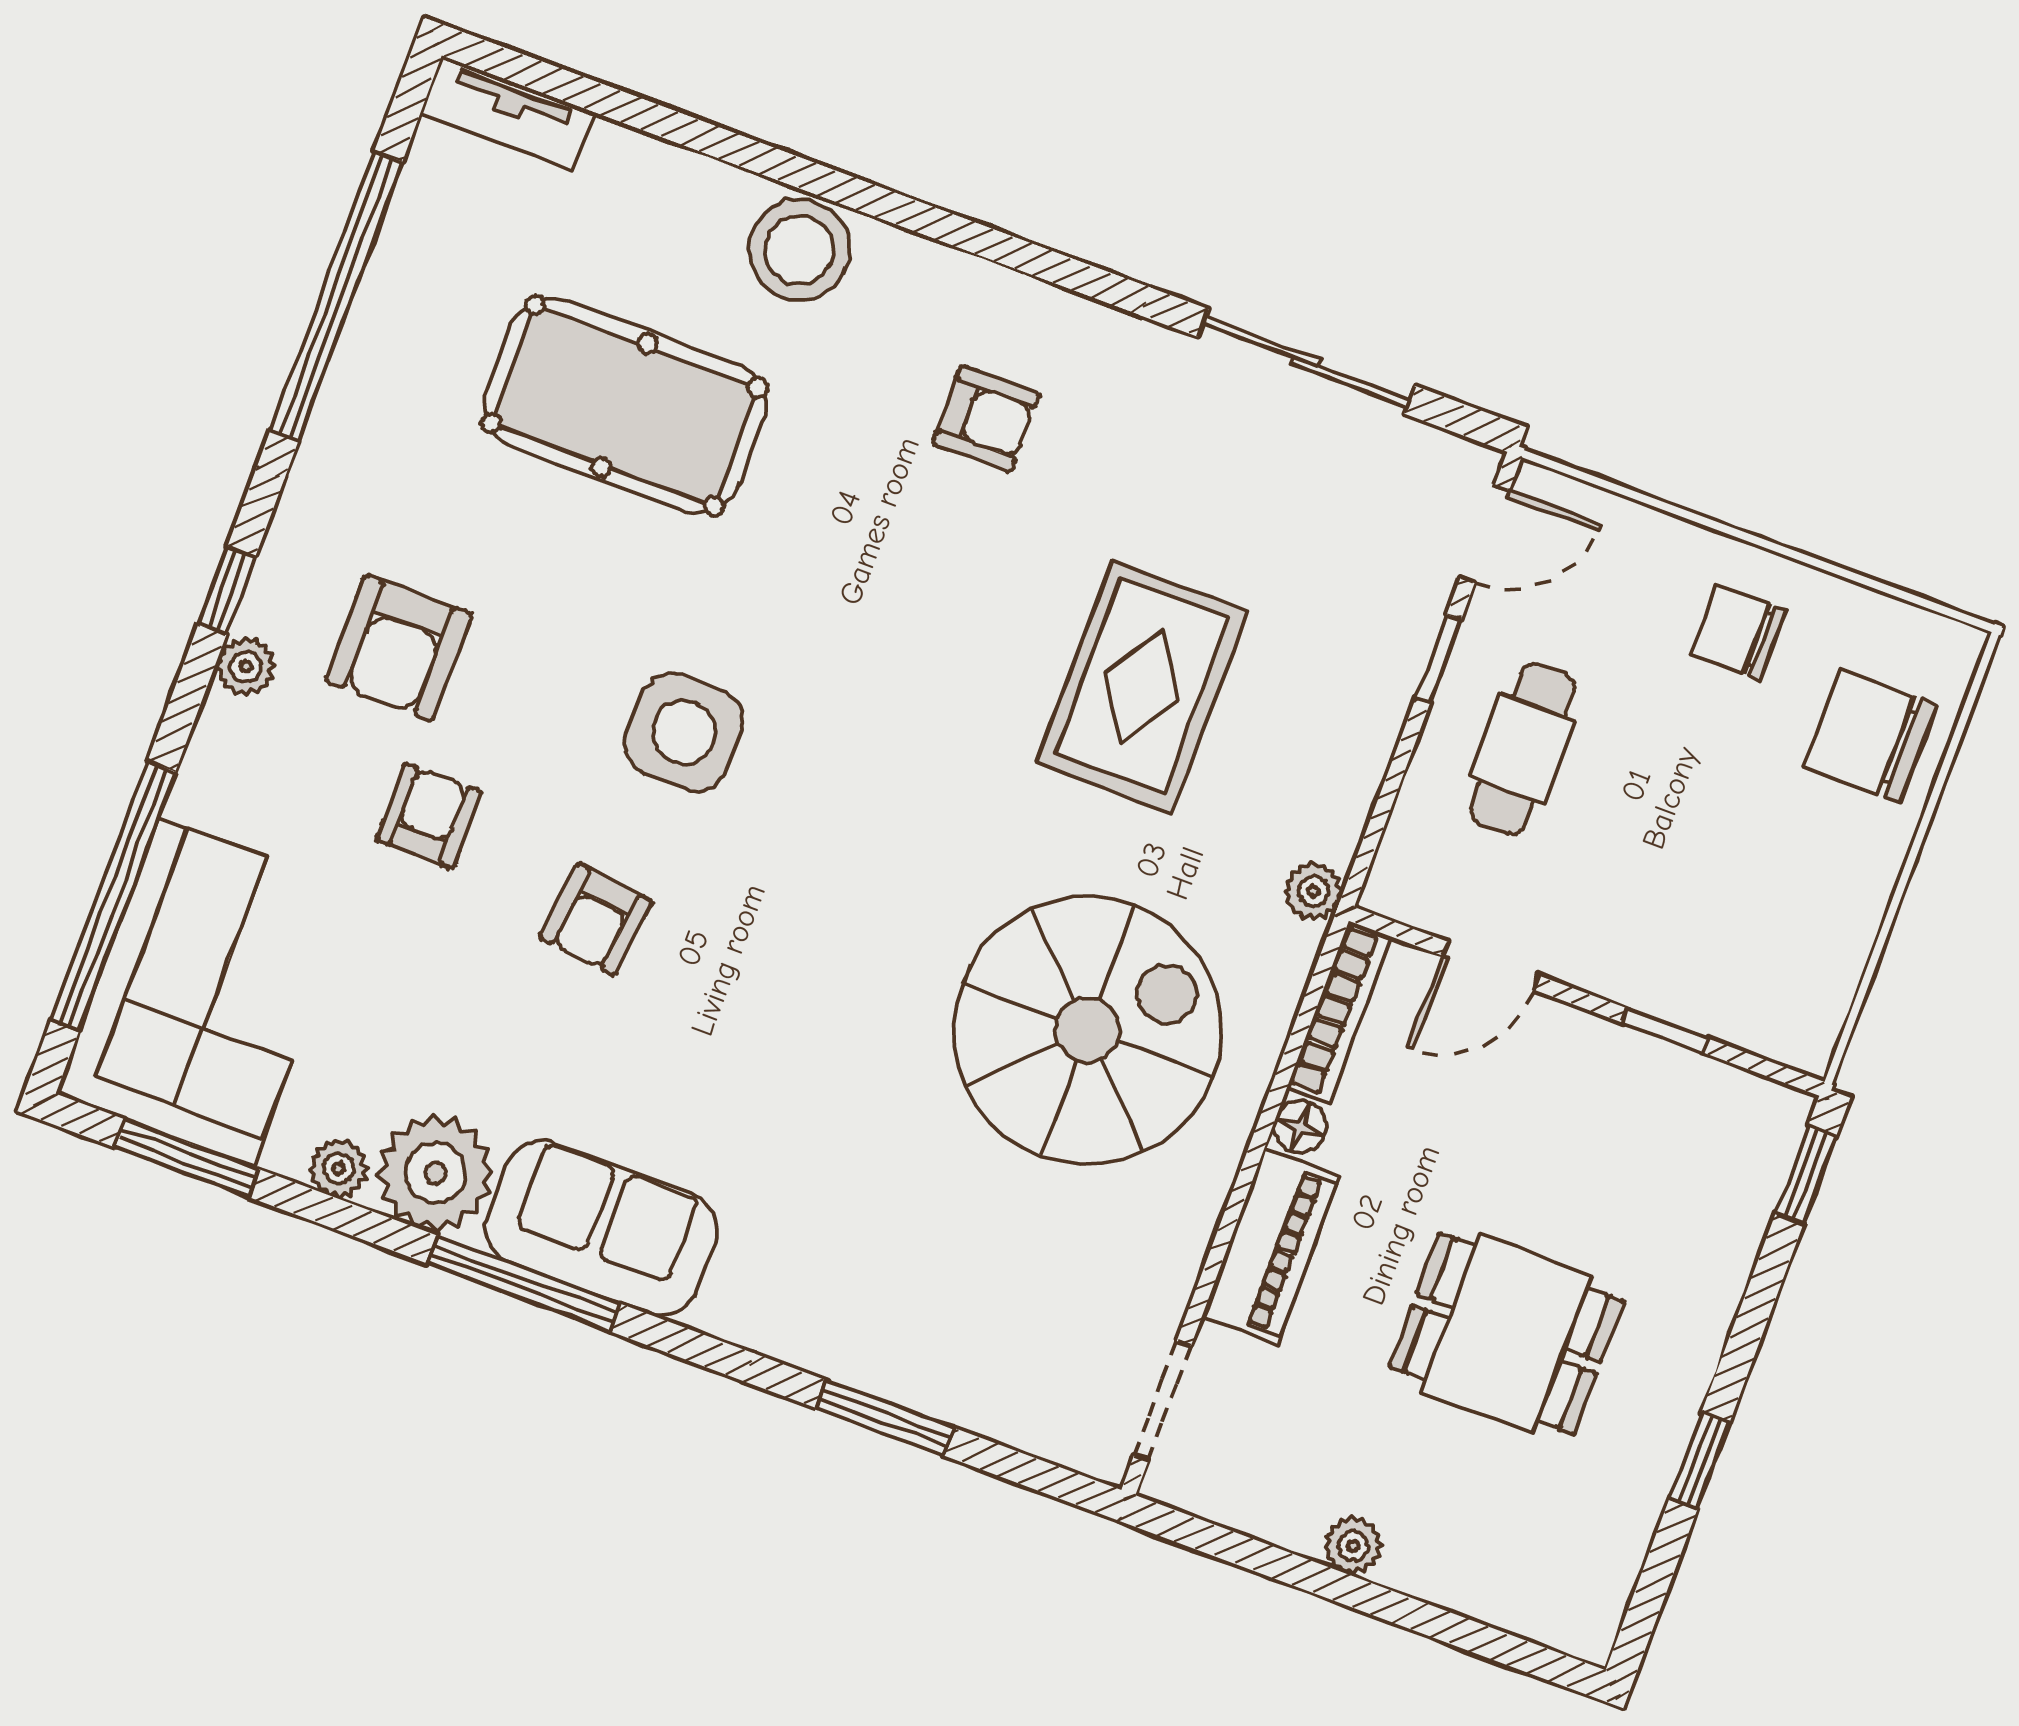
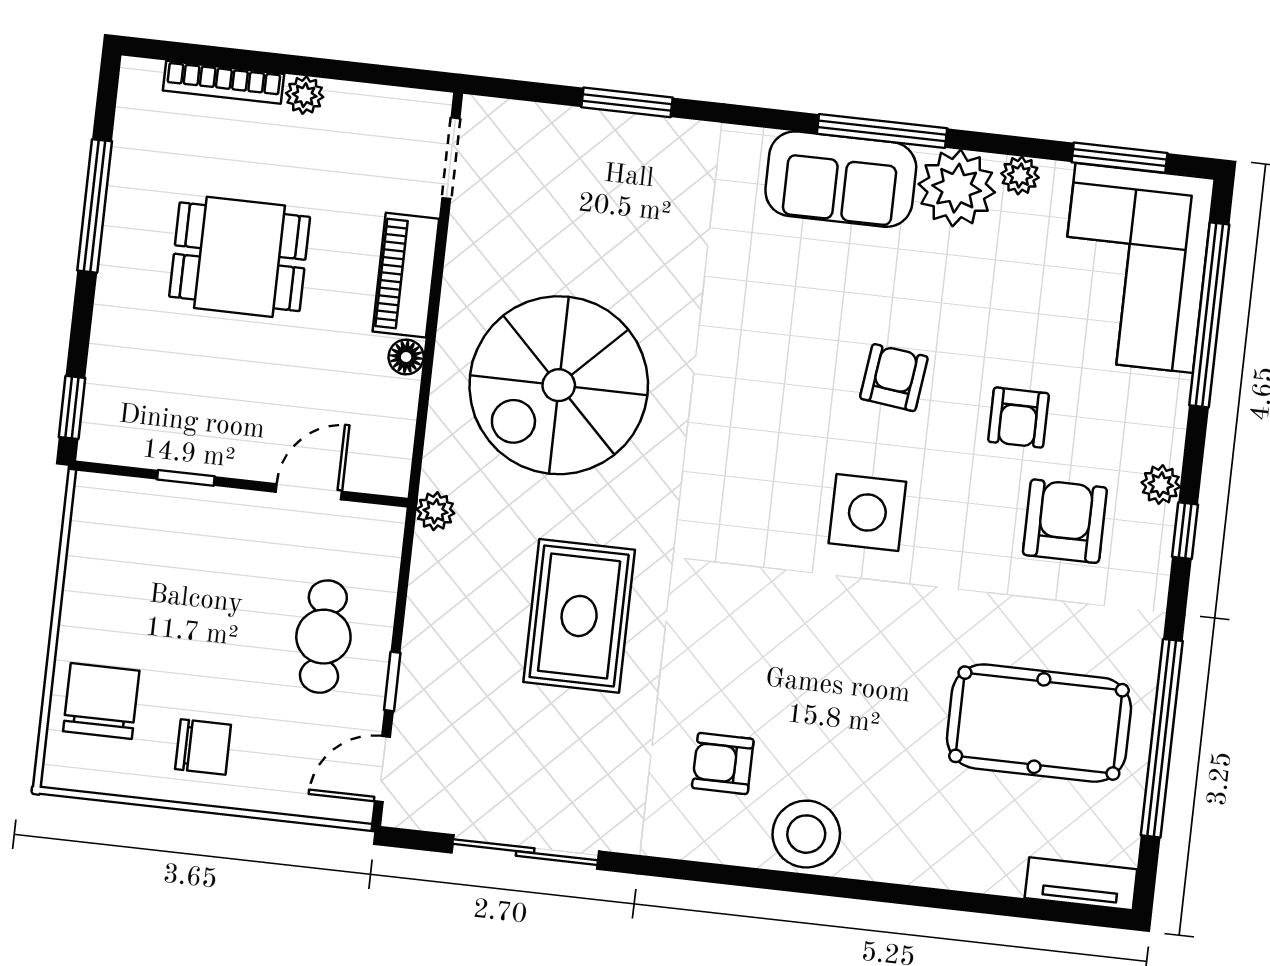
stool: (799, 250) -> (806, 834), moved
pool table: (624, 405) -> (1039, 723), moved
chair: (1870, 736) -> (101, 701), turned -90
bookcase: (1339, 1012) -> (223, 82), moved, turned -90
window: (1700, 1461) -> (95, 206), width x2.17

